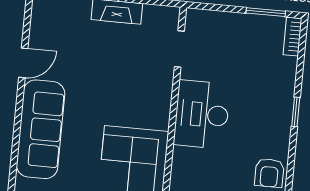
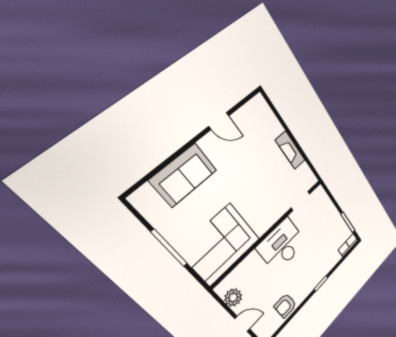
sofa: (41, 129) -> (184, 175), width x0.73

